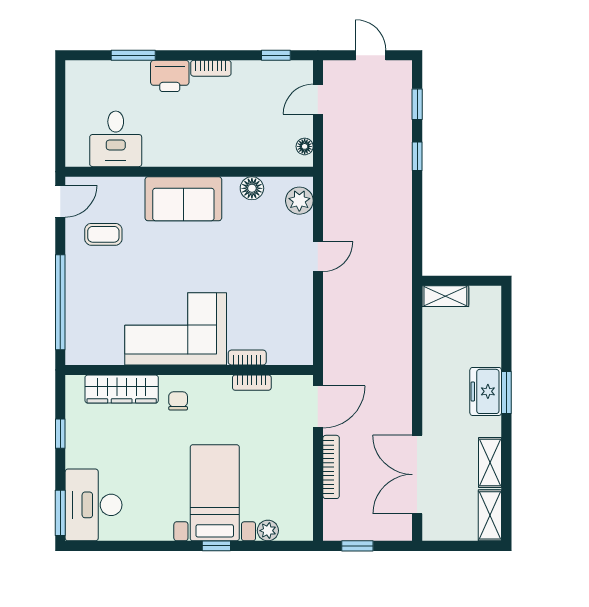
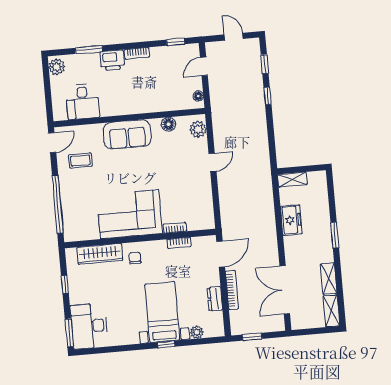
plant: (79, 79) -> (57, 67), added
freezer: (486, 391) -> (291, 220), moved, turned 180
dresser: (302, 479) -> (215, 299), added

